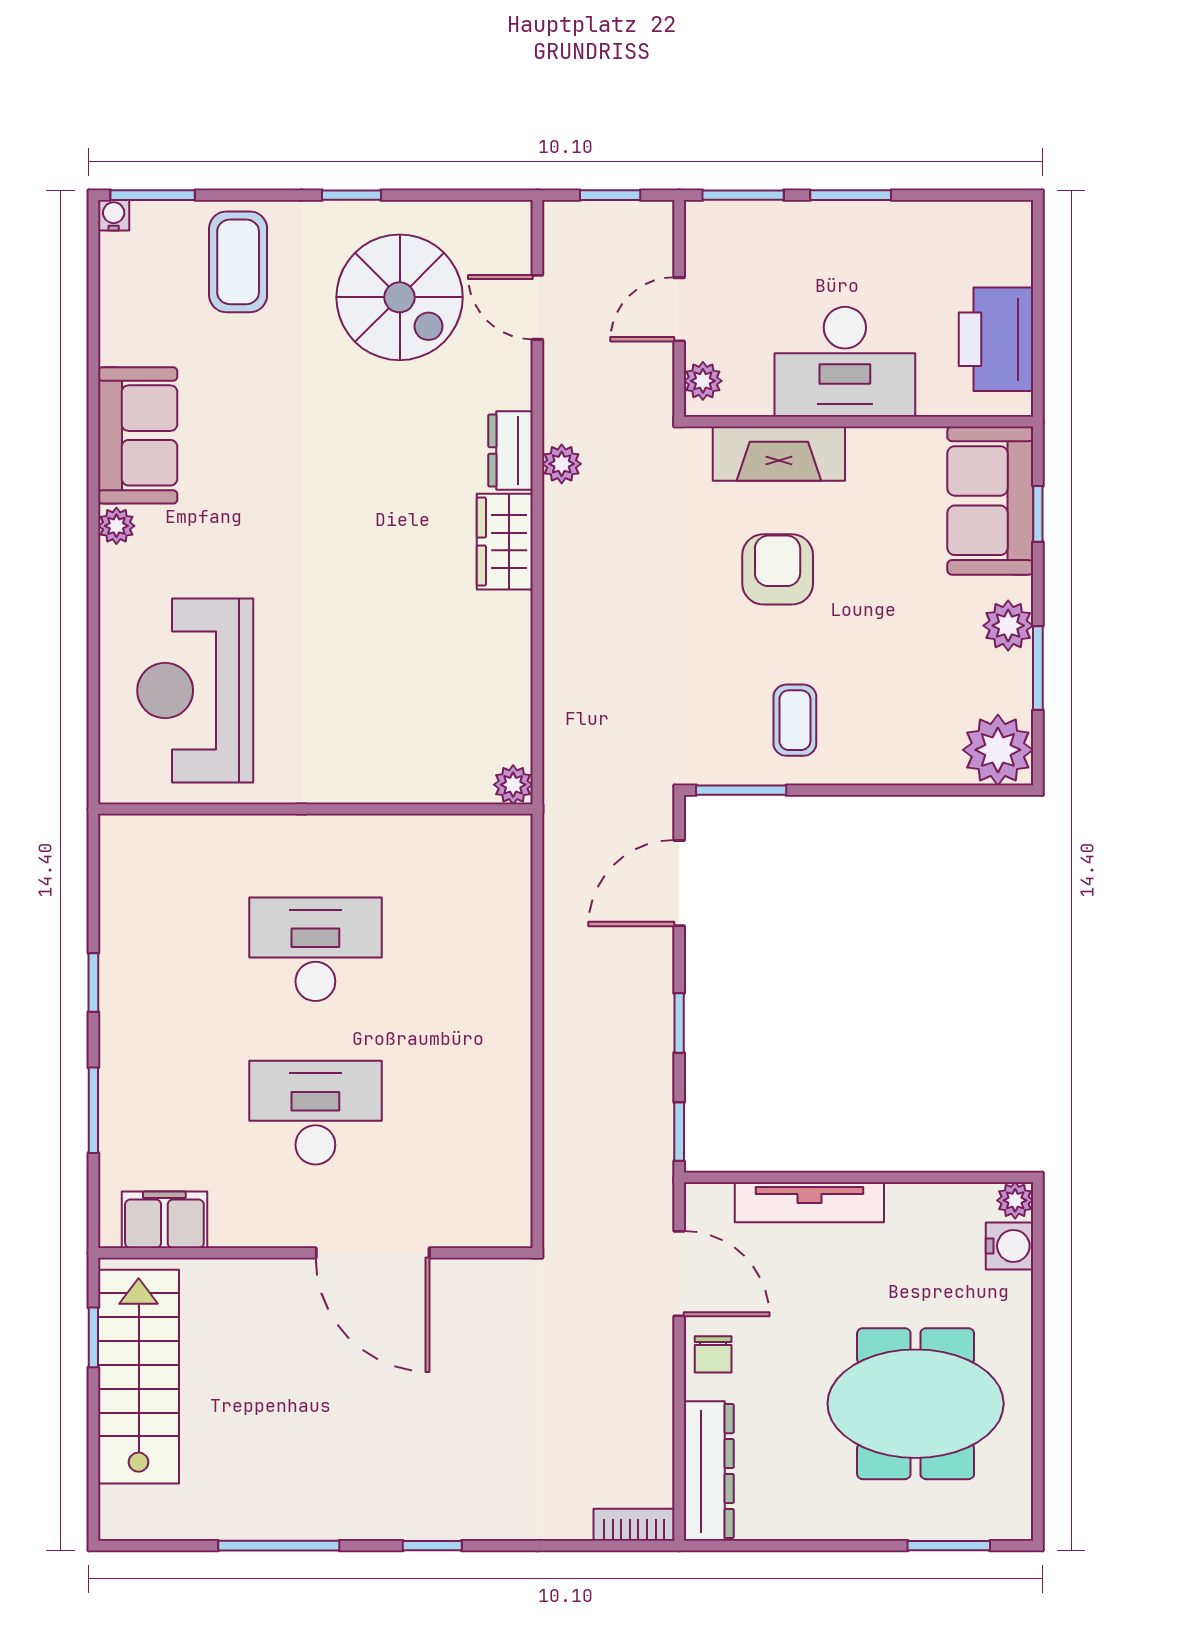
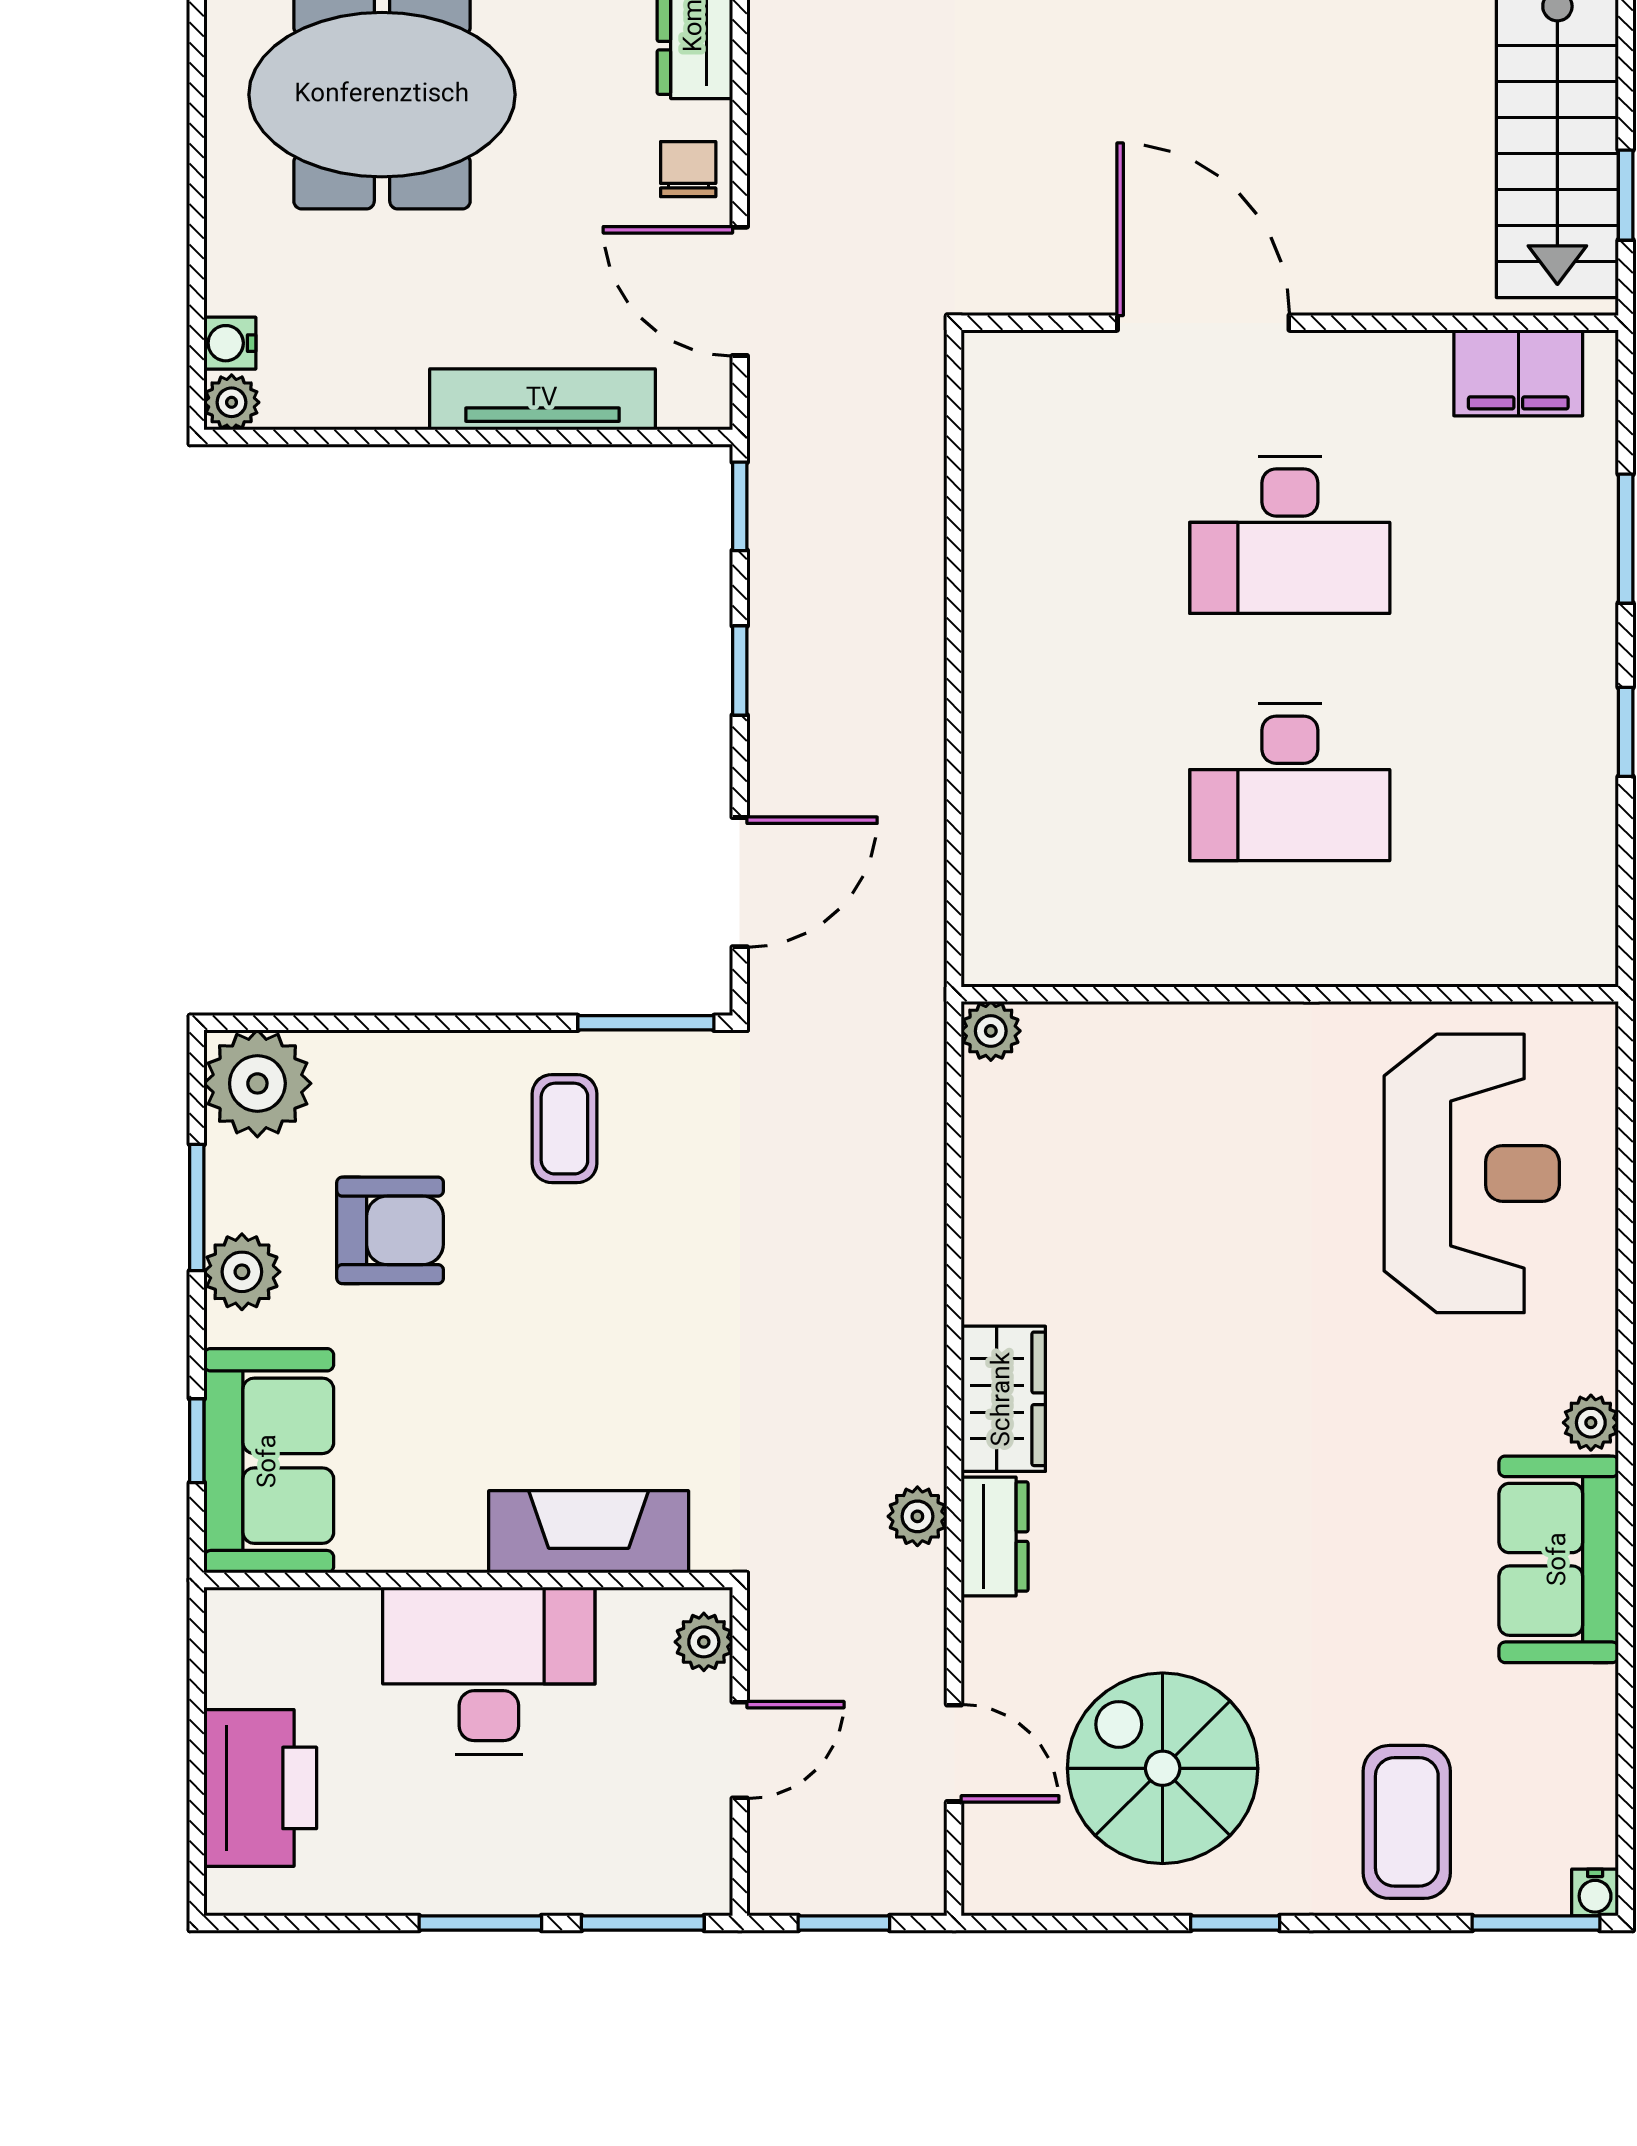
printer: (996, 339) -> (260, 1788), moved
armchair: (778, 569) -> (390, 1230), moved, turned -90
water cooler: (1010, 1246) -> (230, 343), width x0.72, depth x0.72

